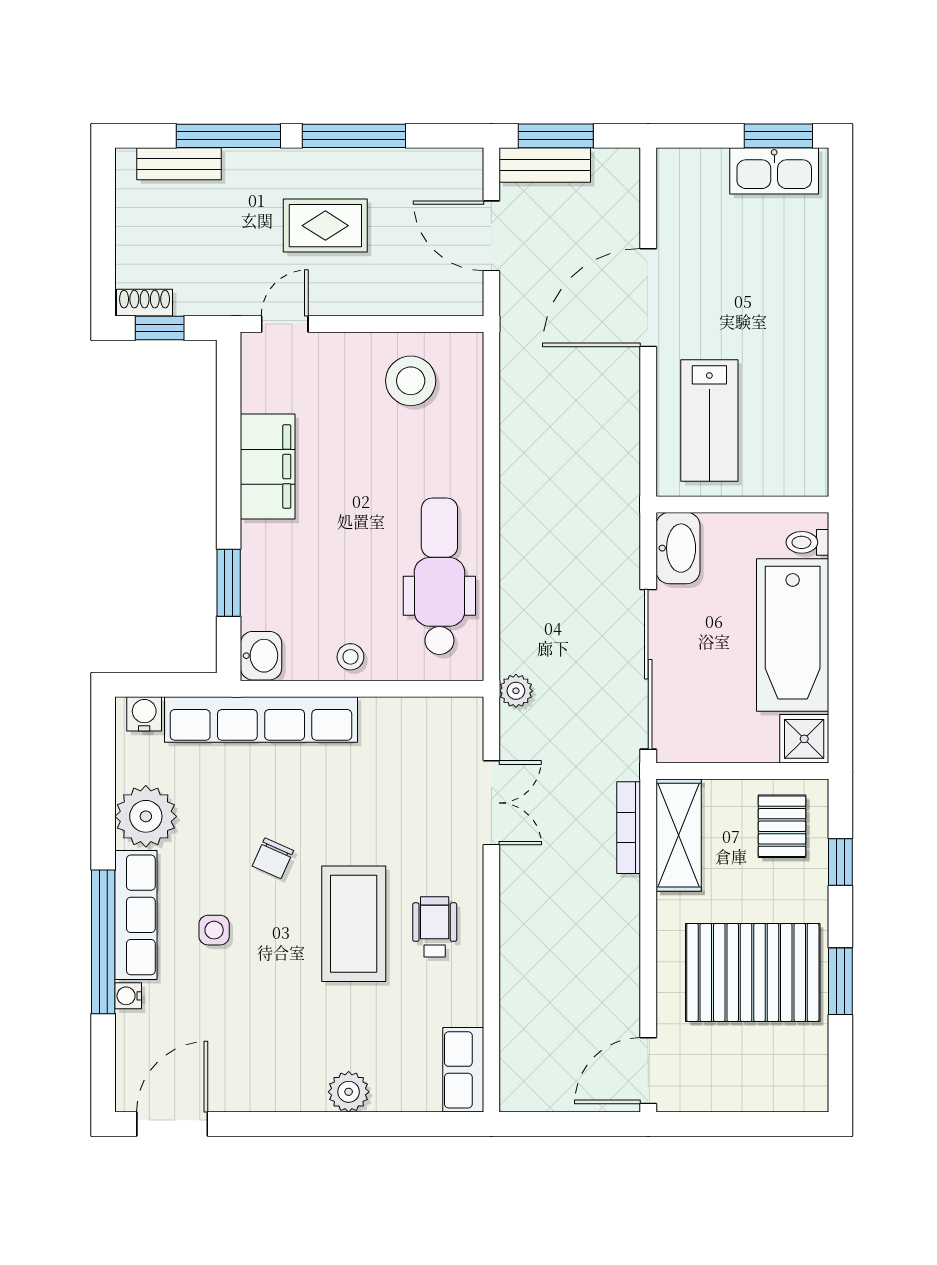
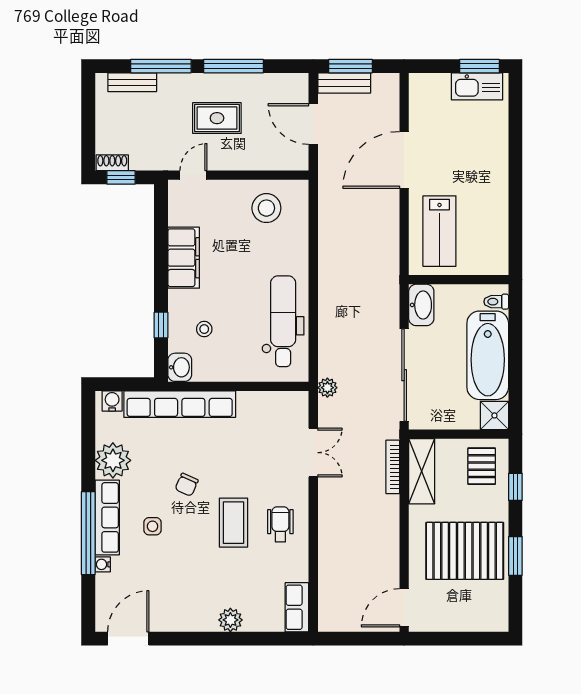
window: (229, 583) -> (161, 325), width x0.67
stool: (350, 657) -> (204, 329), moved
coffee table: (354, 924) -> (233, 523), width x0.73, depth x0.76

